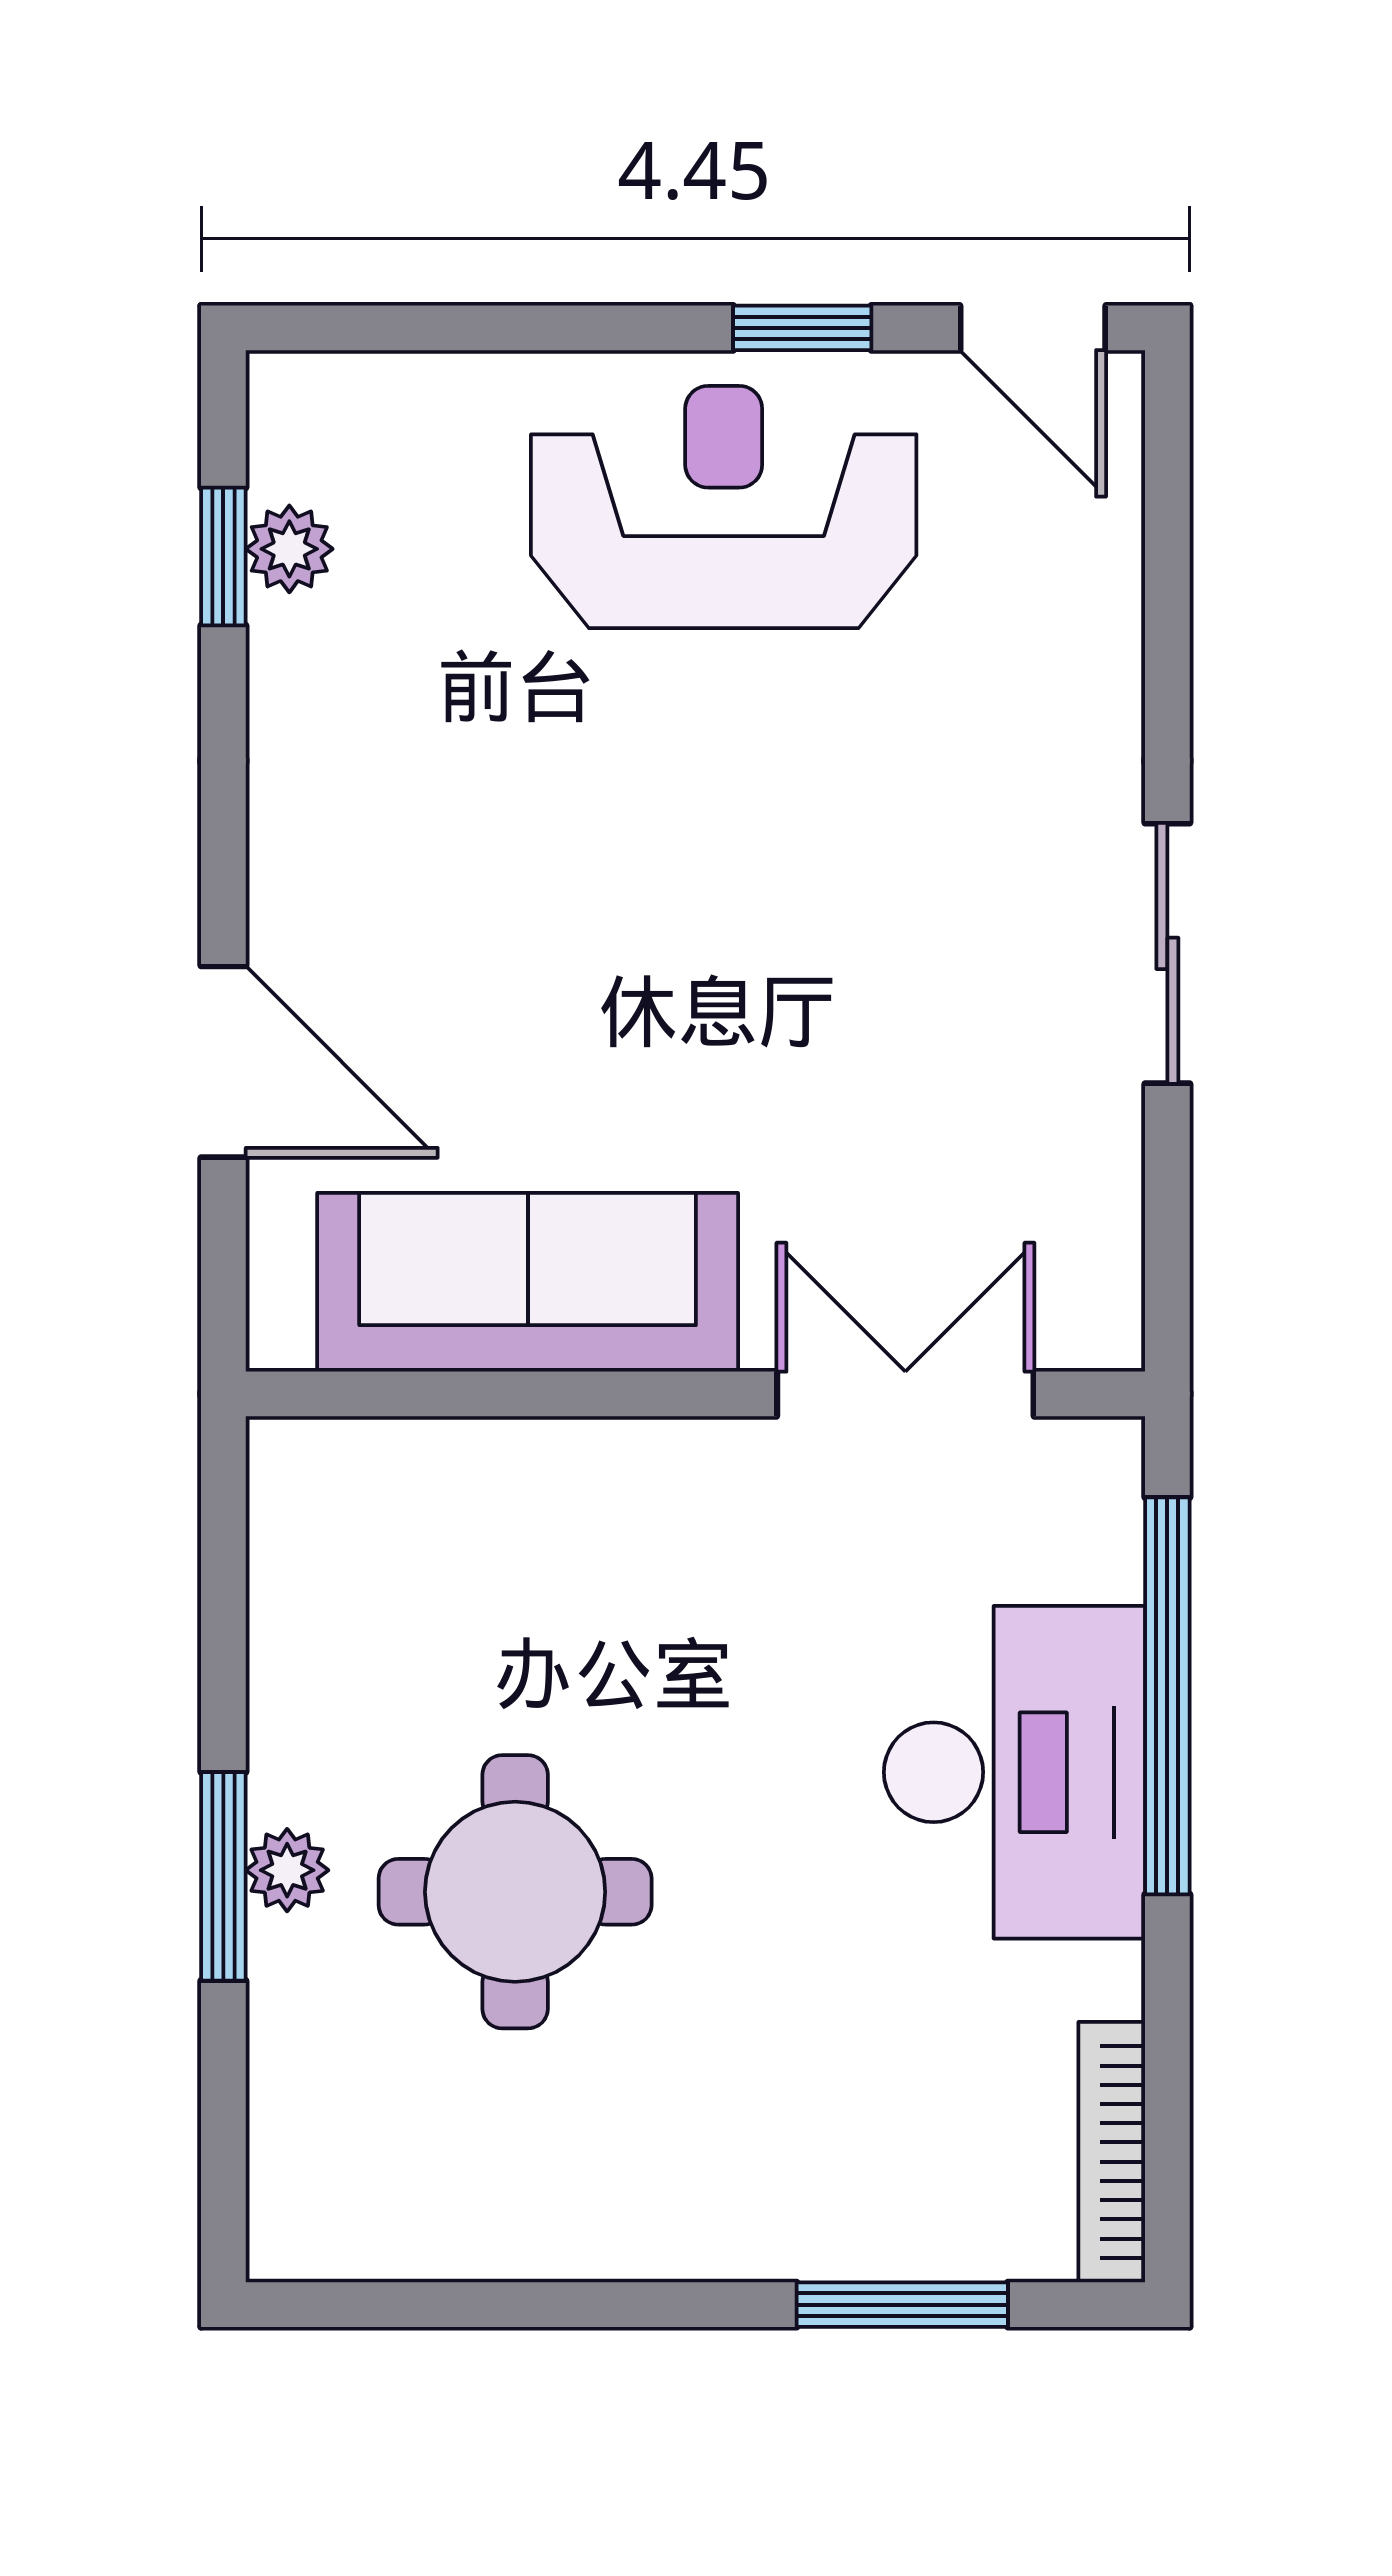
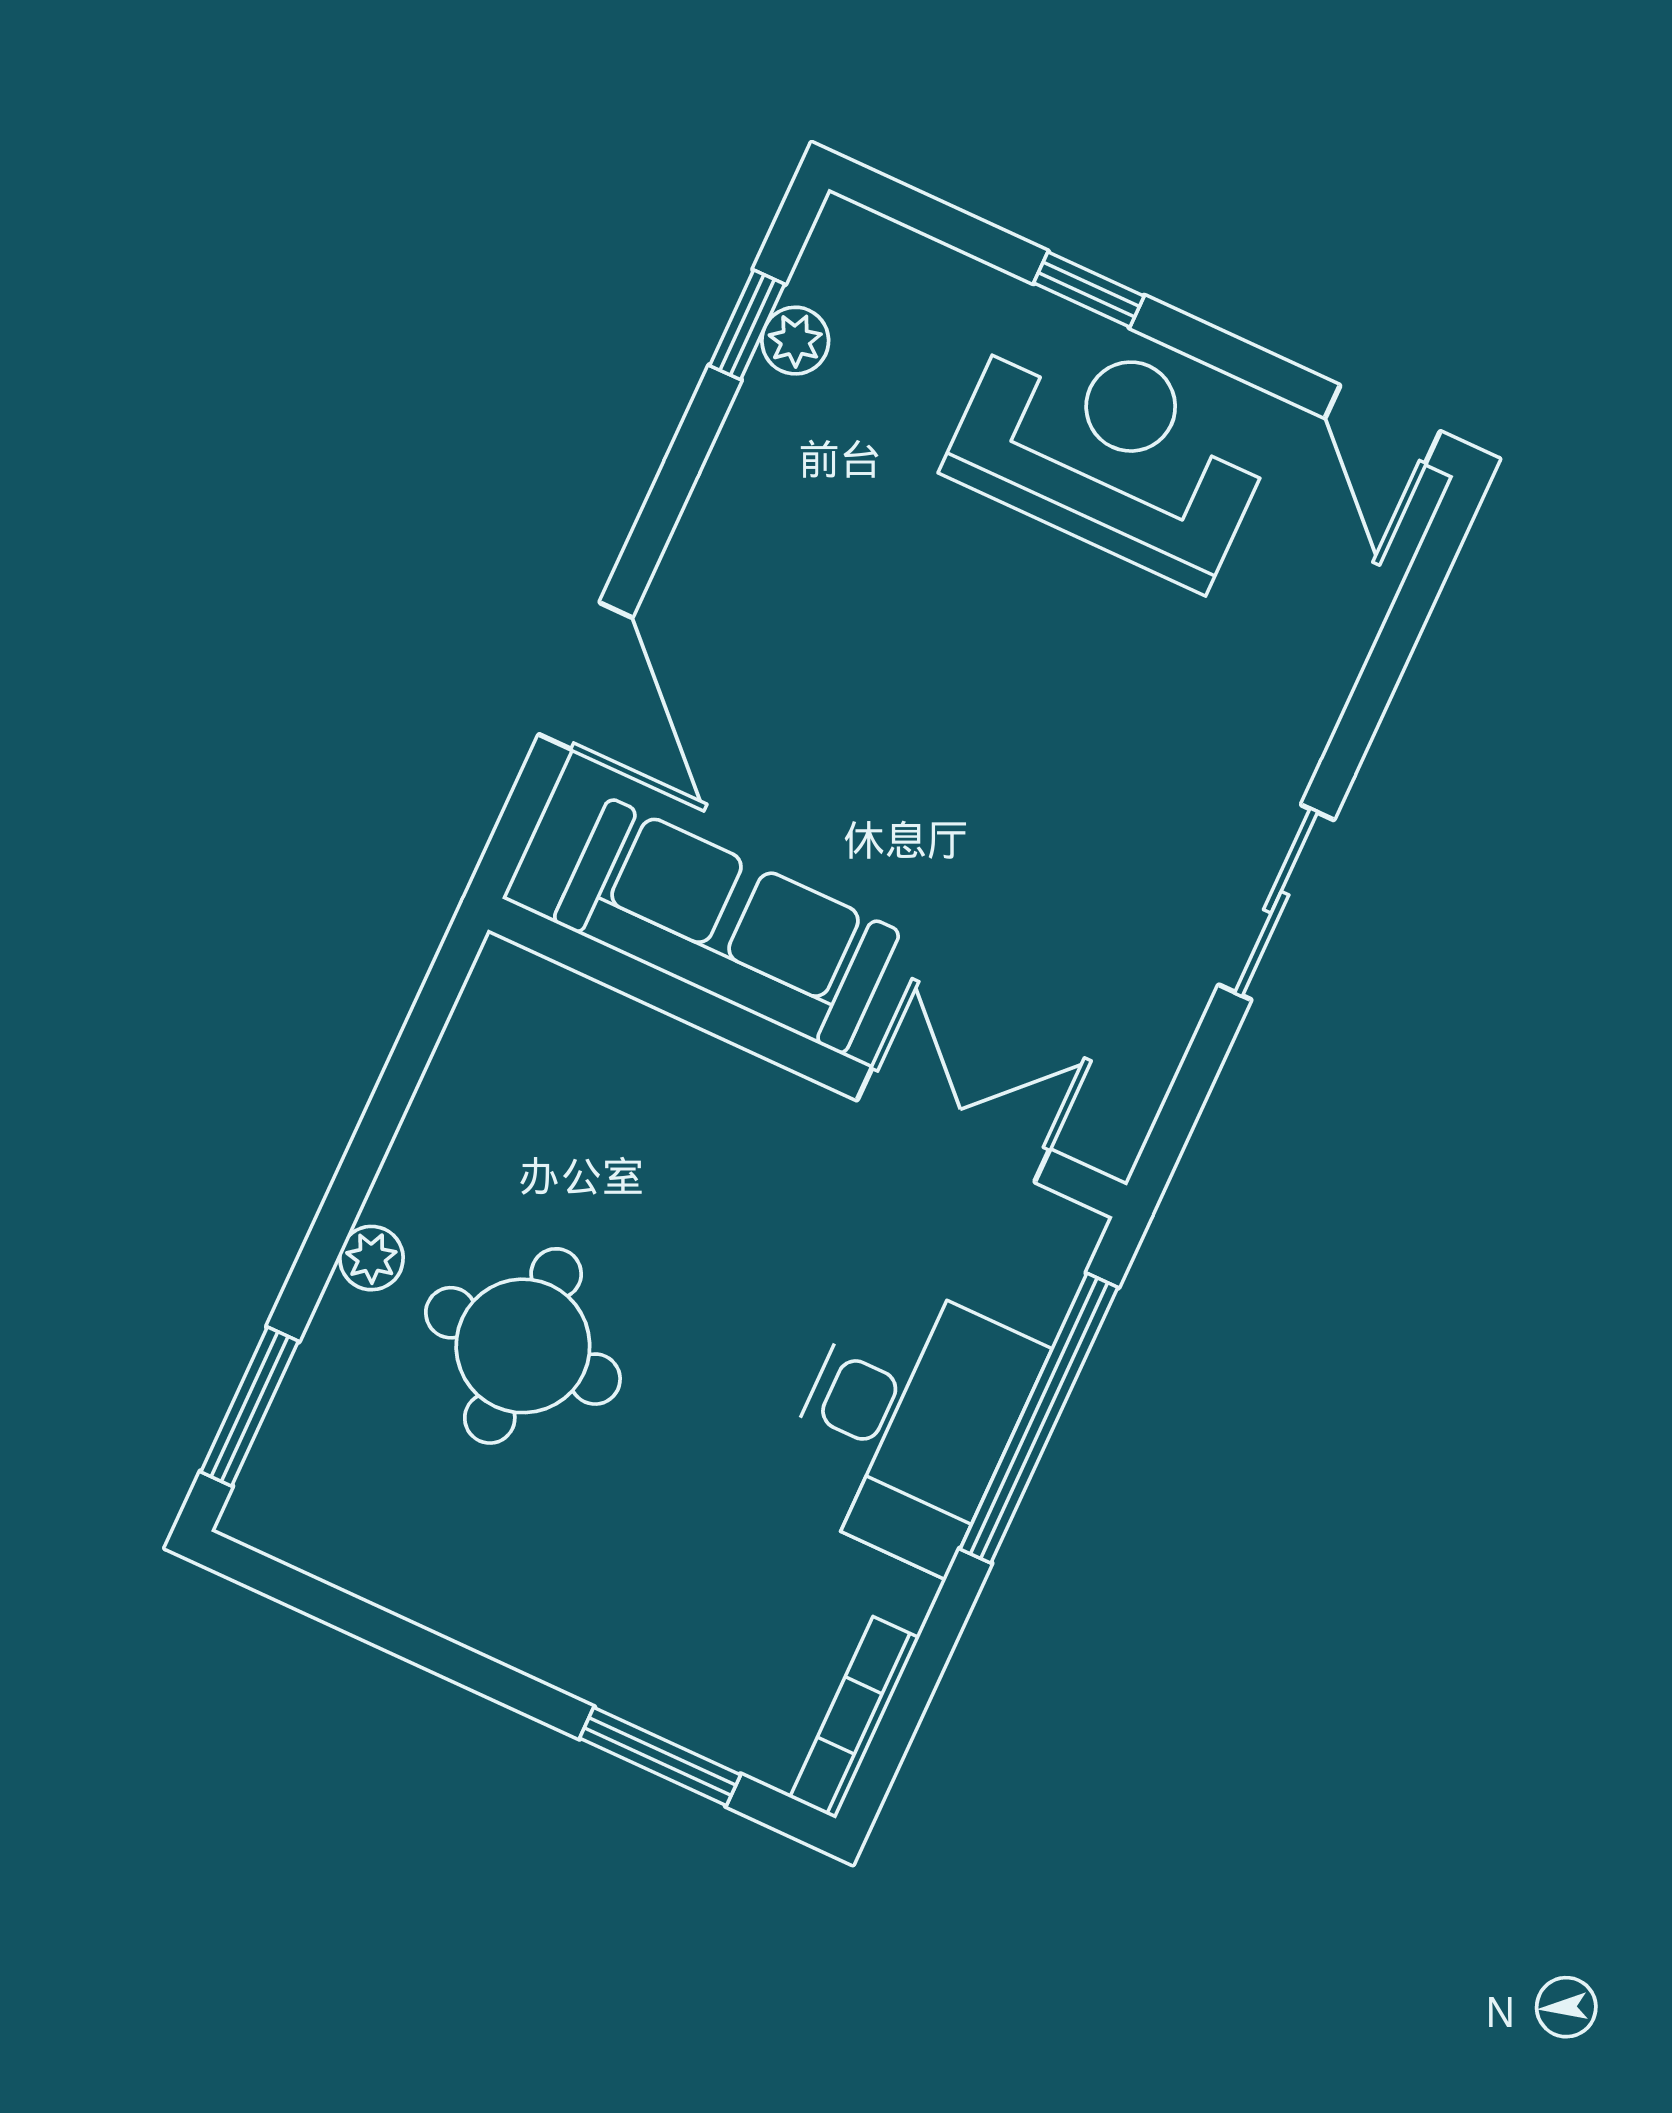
window: (802, 328) -> (1089, 289), moved
window: (223, 1876) -> (250, 1407), moved

